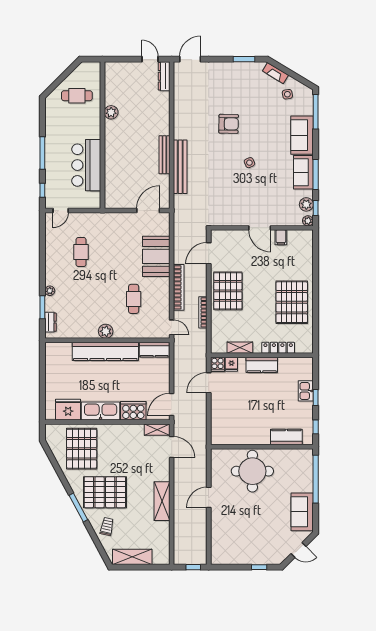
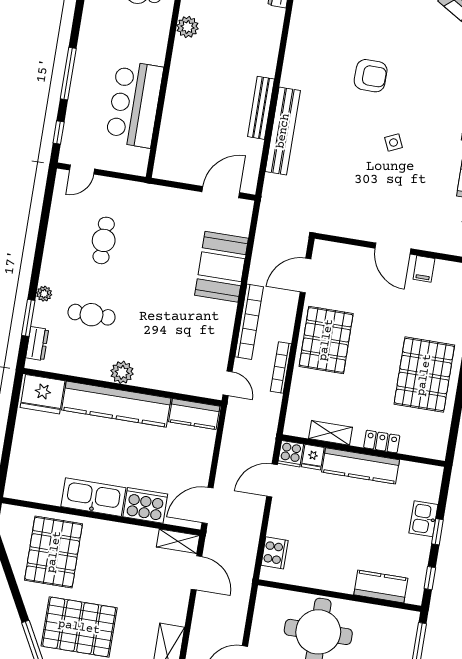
cafe table: (134, 299) -> (92, 315), moved, turned 90
locker: (278, 348) -> (382, 442), width x0.66
kitchen counter: (262, 365) -> (361, 466), width x1.50
fridge: (68, 410) -> (43, 394), moved, turned 180
cooker: (218, 427) -> (275, 553), added

